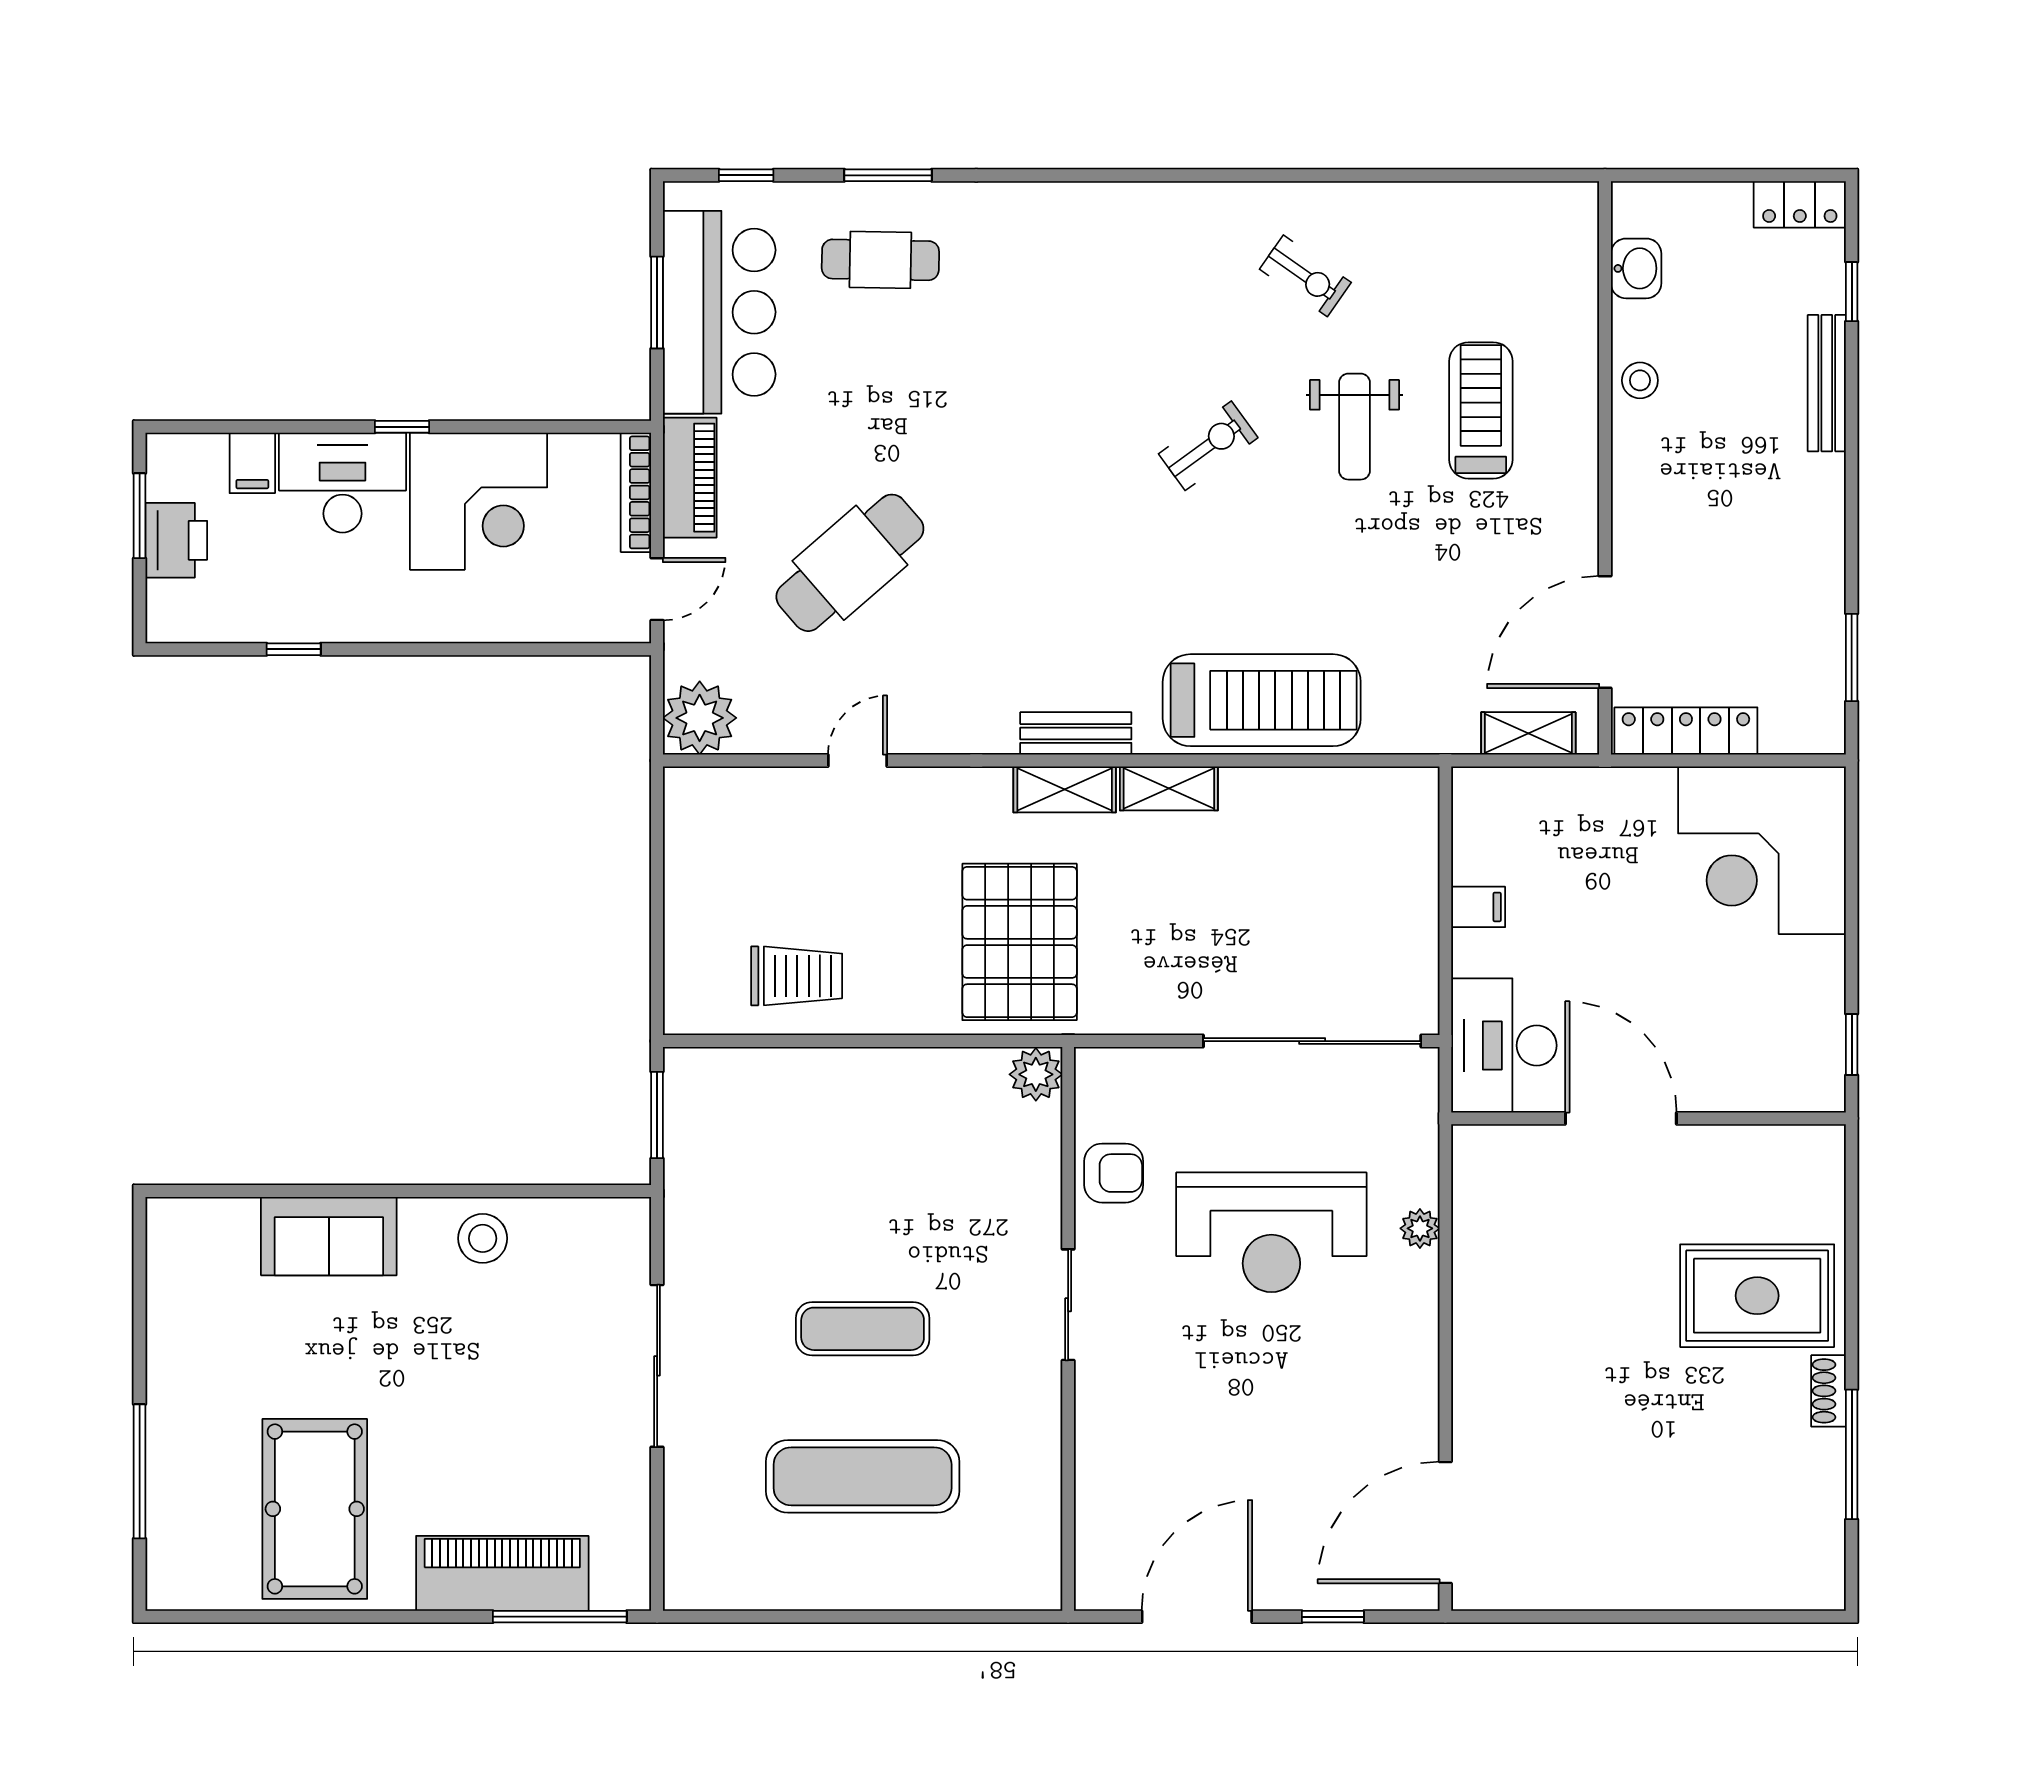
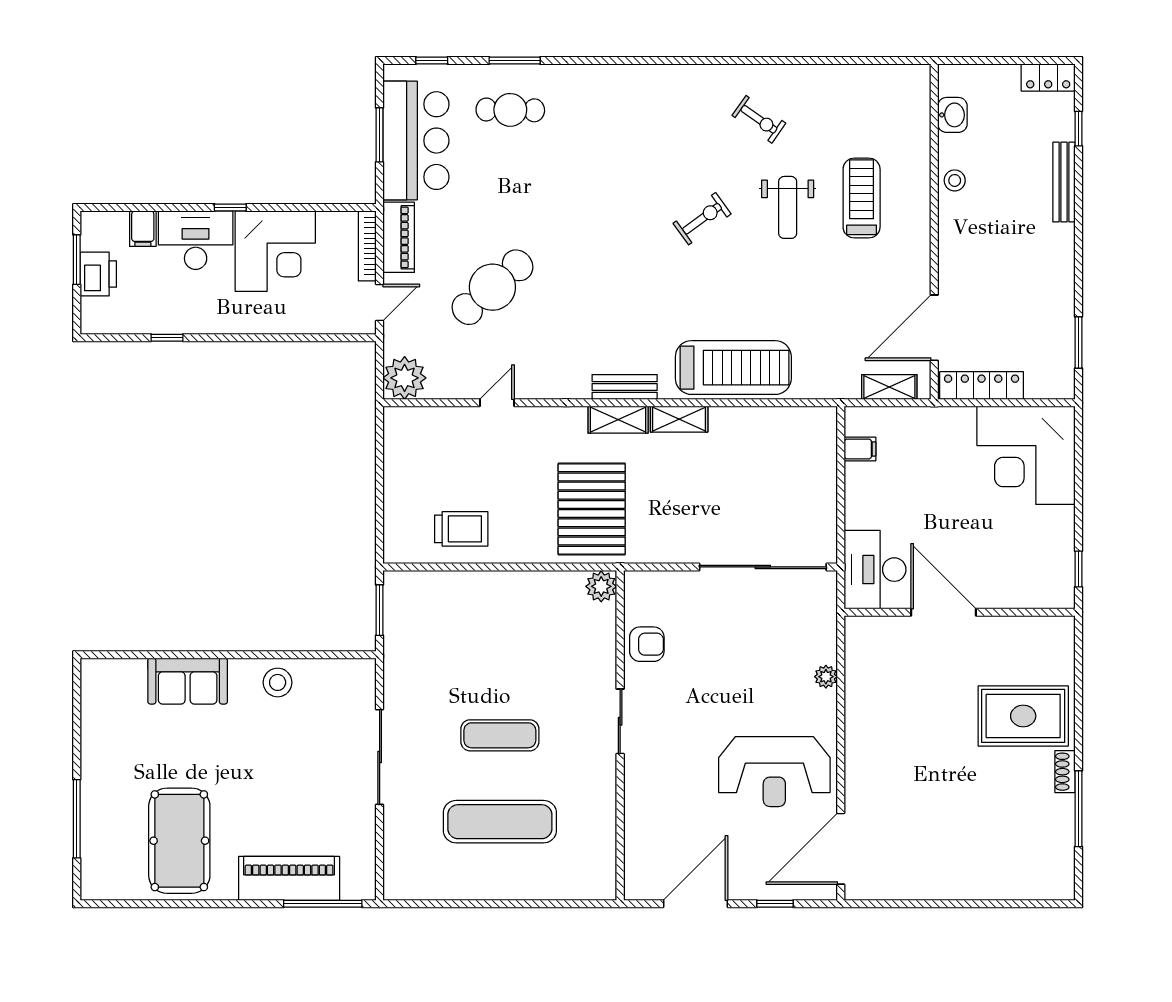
filing cabinet: (1478, 907) -> (860, 449), moved
reception desk: (1271, 1232) -> (774, 772), moved

